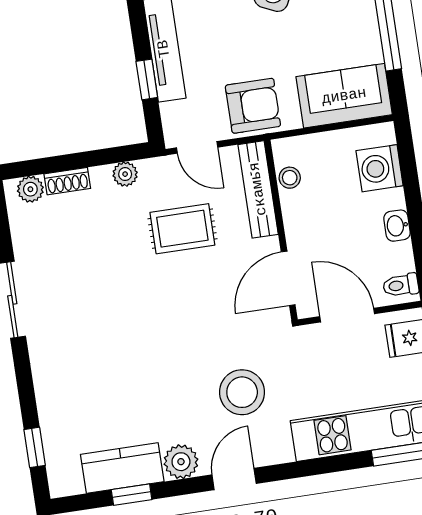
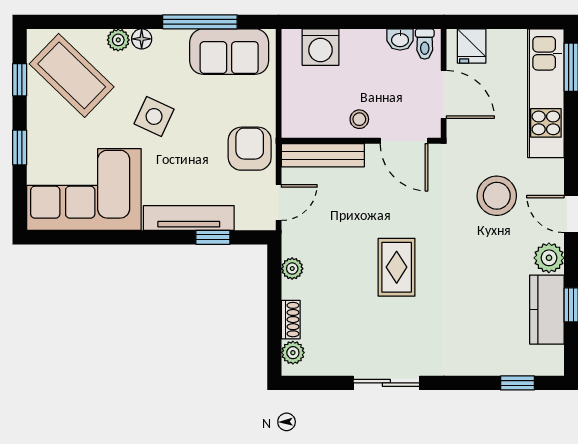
sofa: (344, 96) -> (229, 52), moved, turned -90
stool: (290, 178) -> (359, 119), moved
washbasin: (397, 226) -> (400, 39), moved
rug: (182, 229) -> (397, 267), moved
door: (347, 315) -> (444, 94), swing flipped

